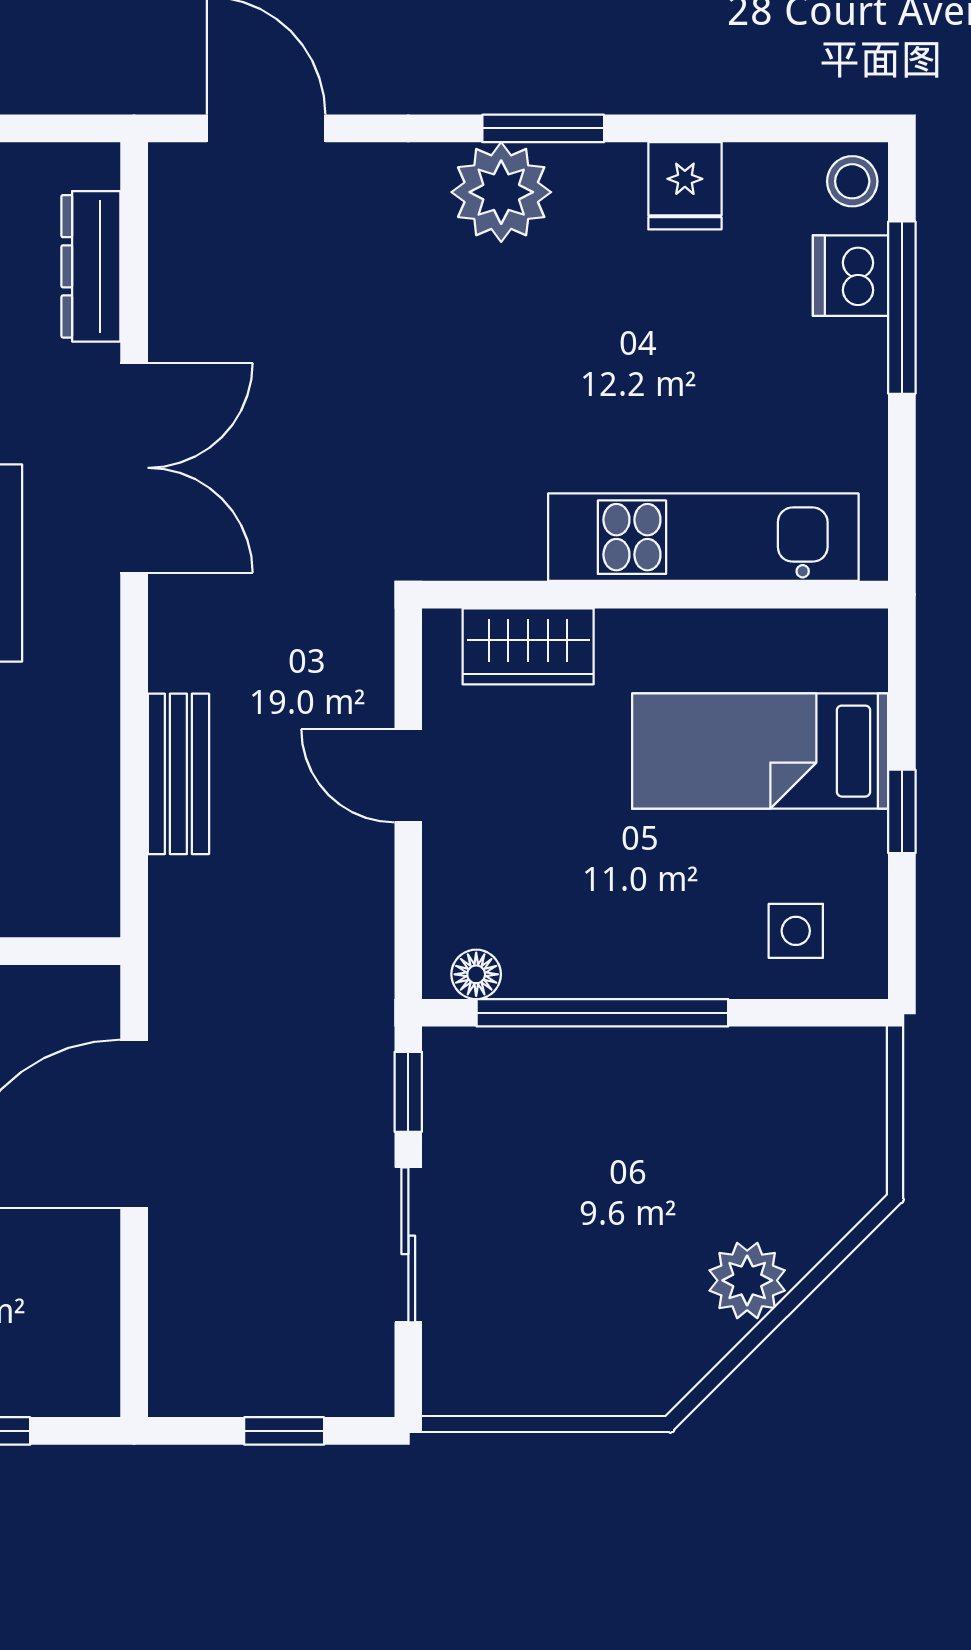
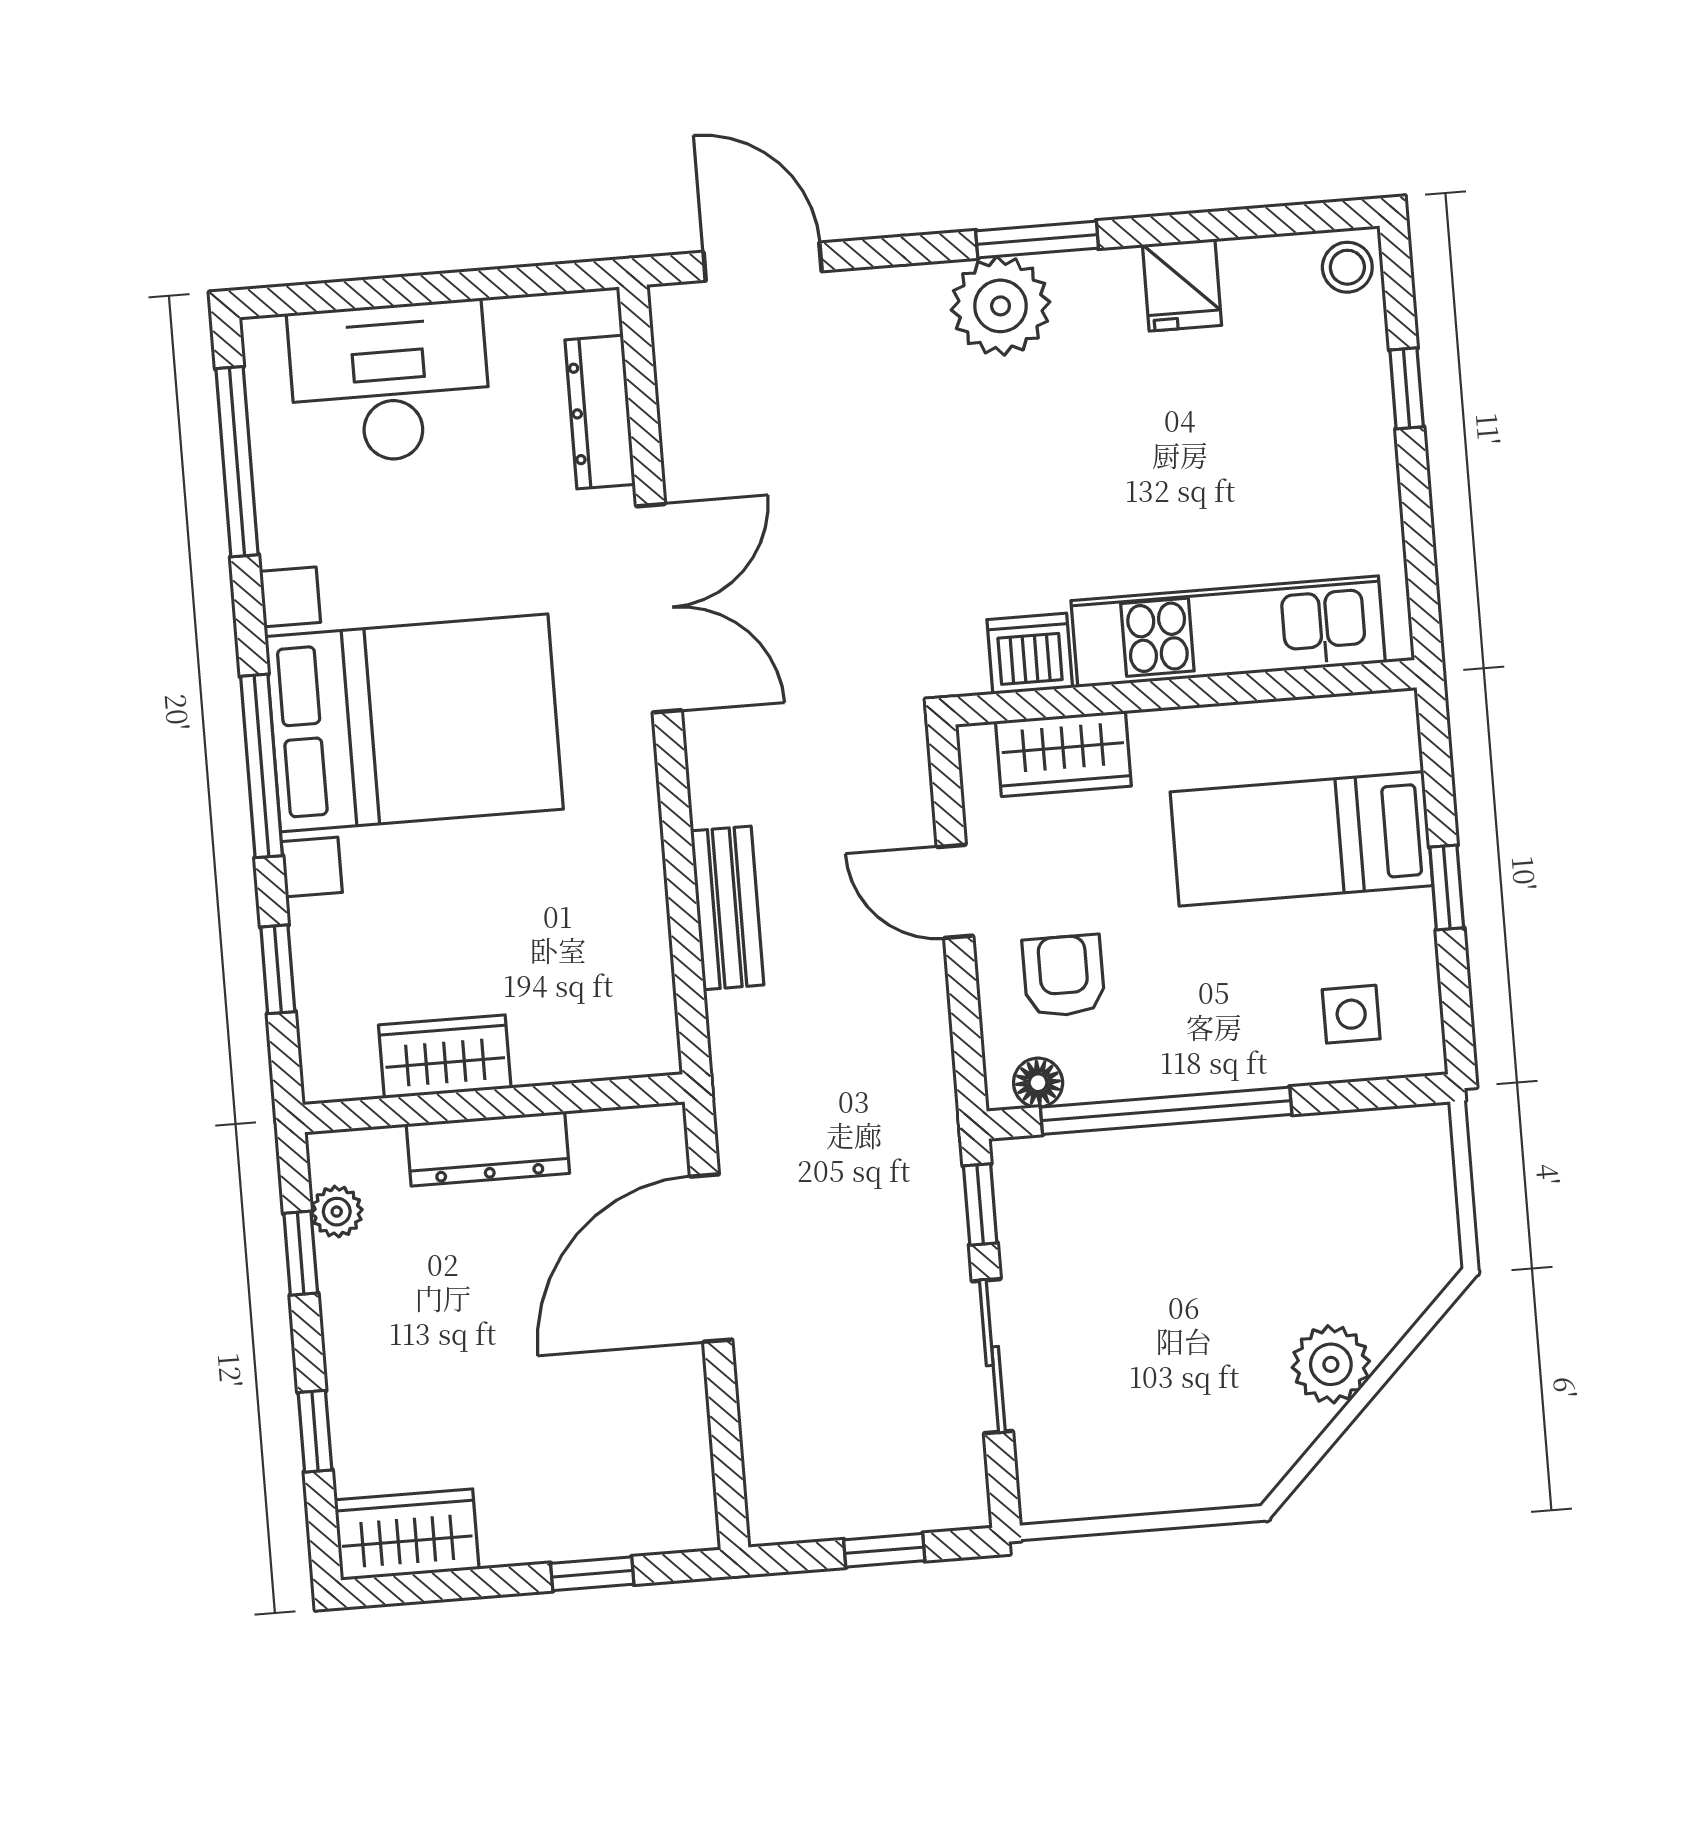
dishwasher: (850, 276) -> (1030, 654), moved, turned 90
window: (902, 308) -> (1407, 388), width x0.46
armchair: (510, 869) -> (1064, 976), added

